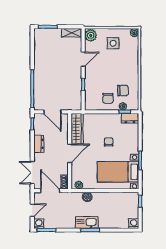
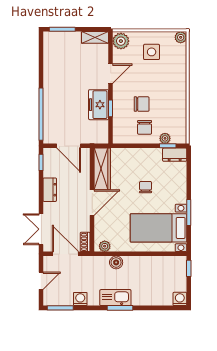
freezer: (74, 82) -> (99, 105), added
chair: (123, 90) -> (142, 104), moved
washing machine: (39, 224) -> (80, 299), moved

